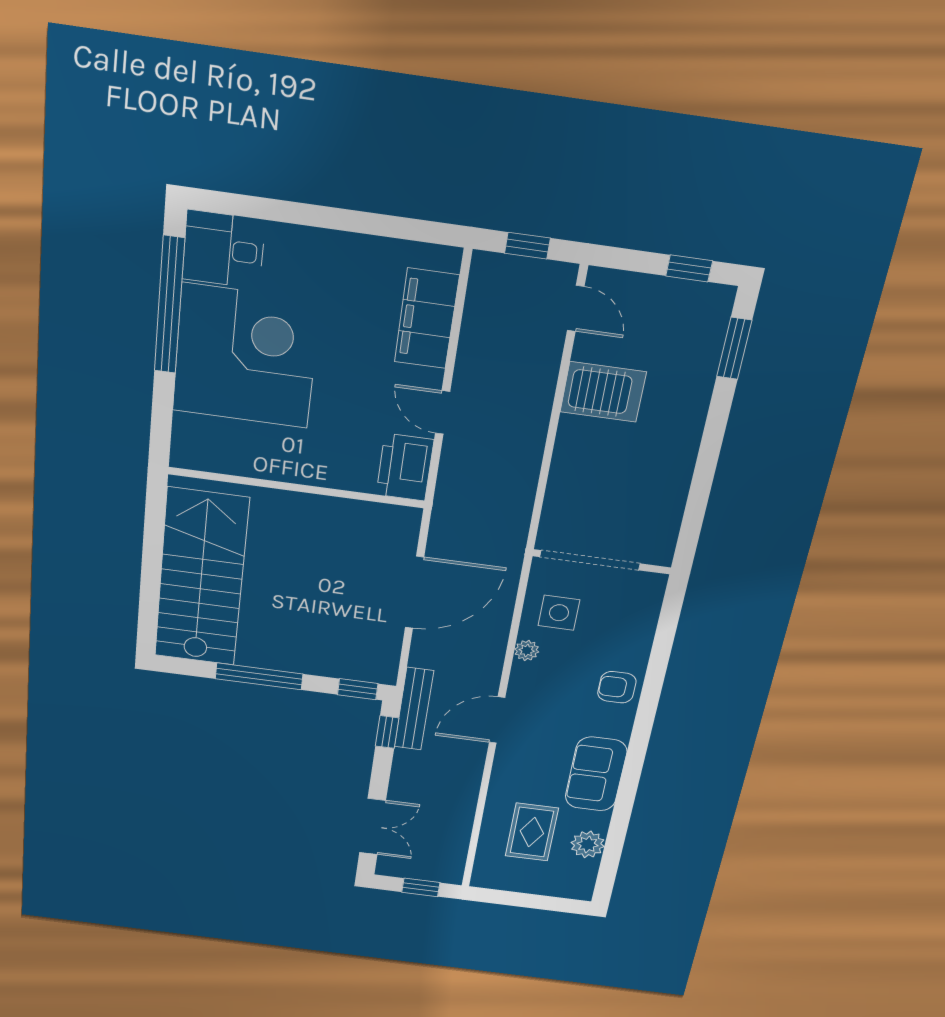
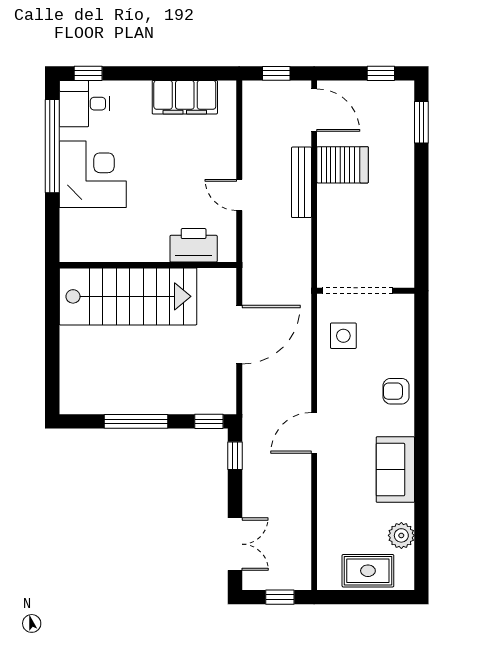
window: (233, 204) -> (88, 73), added
door: (576, 308) -> (314, 110), width x1.38
filing cabinet: (427, 319) -> (185, 97), moved, turned -90
corner desk: (246, 356) -> (93, 174), width x0.74, depth x0.74
printer: (405, 467) -> (194, 245), moved, turned 90
stairs: (201, 578) -> (128, 296), moved, turned 90
plant: (527, 650) -> (326, 370), removed
bench: (414, 709) -> (301, 182), moved
rug: (532, 832) -> (368, 571), moved, turned 90

